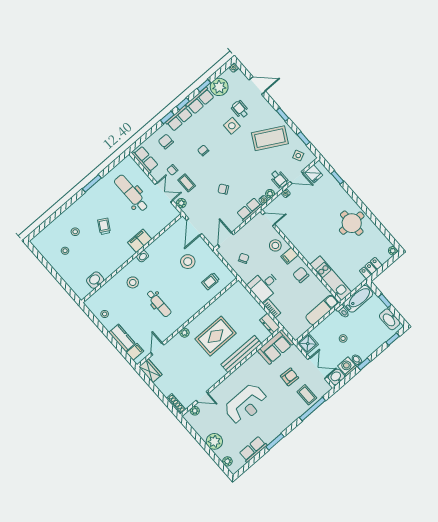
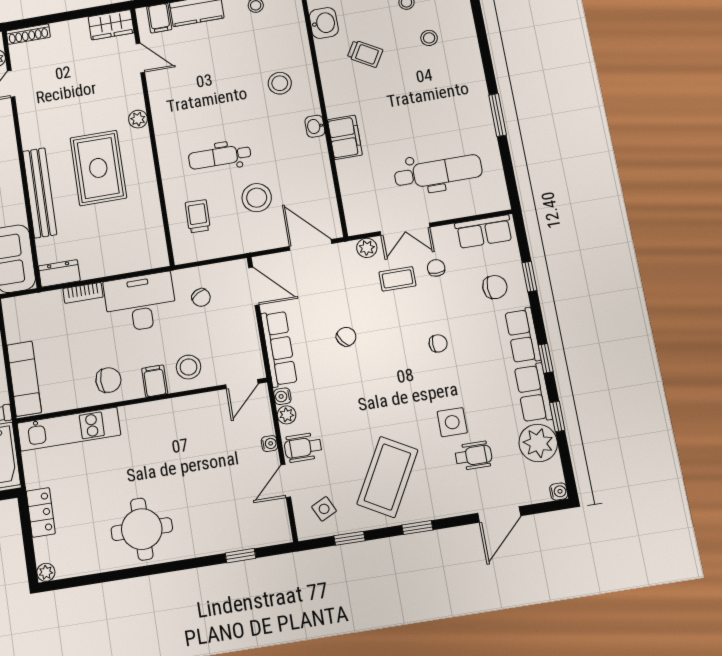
window: (167, 118) -> (530, 277), moved
fridge: (314, 174) -> (274, 516), removed
row of seats: (249, 210) -> (279, 348), width x1.48
trolley: (104, 226) -> (365, 54), moved
desk: (264, 286) -> (140, 302), width x1.37
dental chair: (159, 304) -> (220, 157), moved

